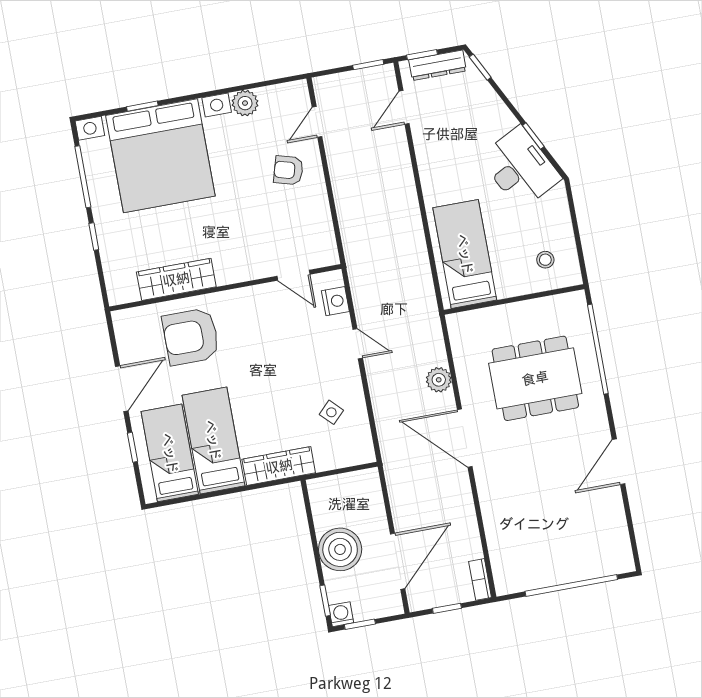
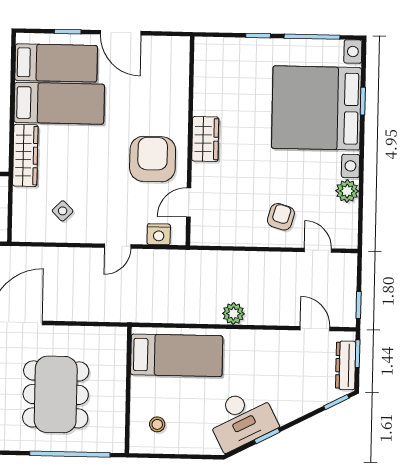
wardrobe: (176, 279) -> (205, 139), moved, width x0.67
armchair: (191, 337) -> (153, 159), moved
plant: (439, 380) -> (233, 314), moved

